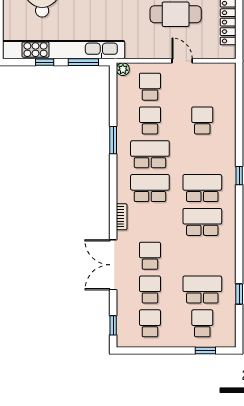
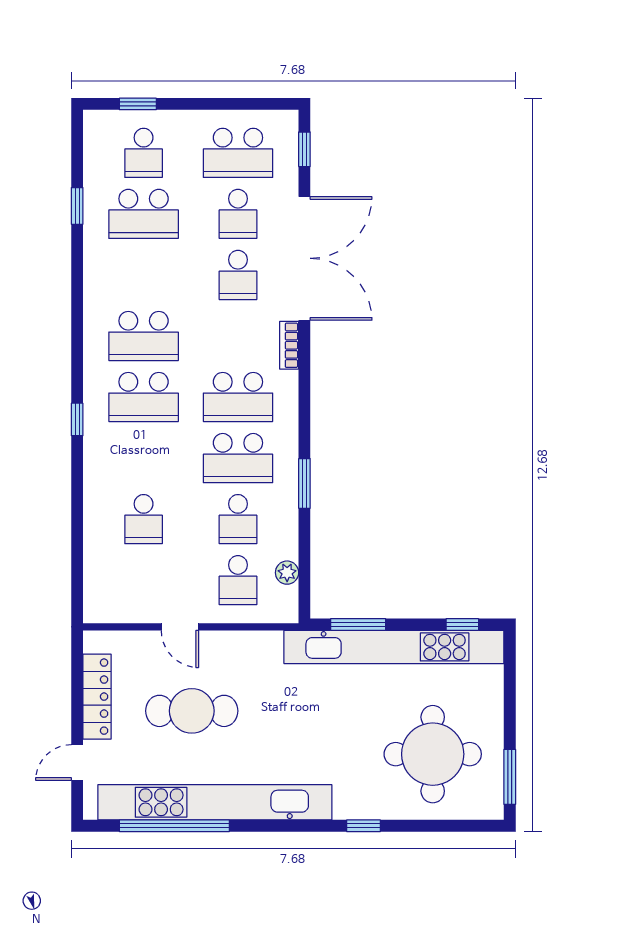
window: (45, 62) -> (462, 624), moved
plant: (123, 69) -> (287, 573), moved
double door: (113, 265) -> (304, 258), width x1.36
school desk: (150, 323) -> (238, 153), width x1.85

